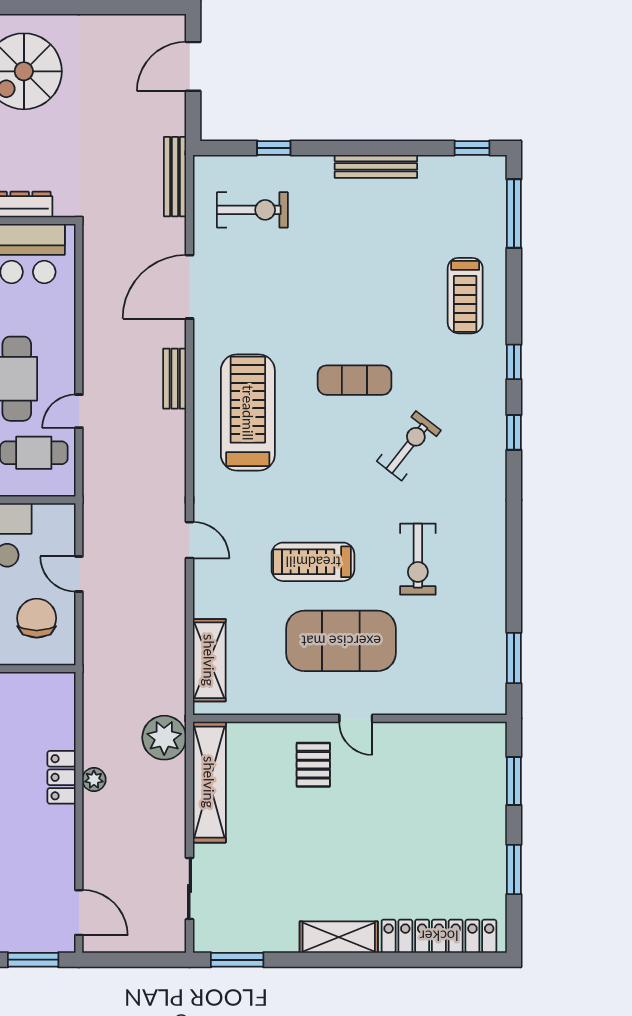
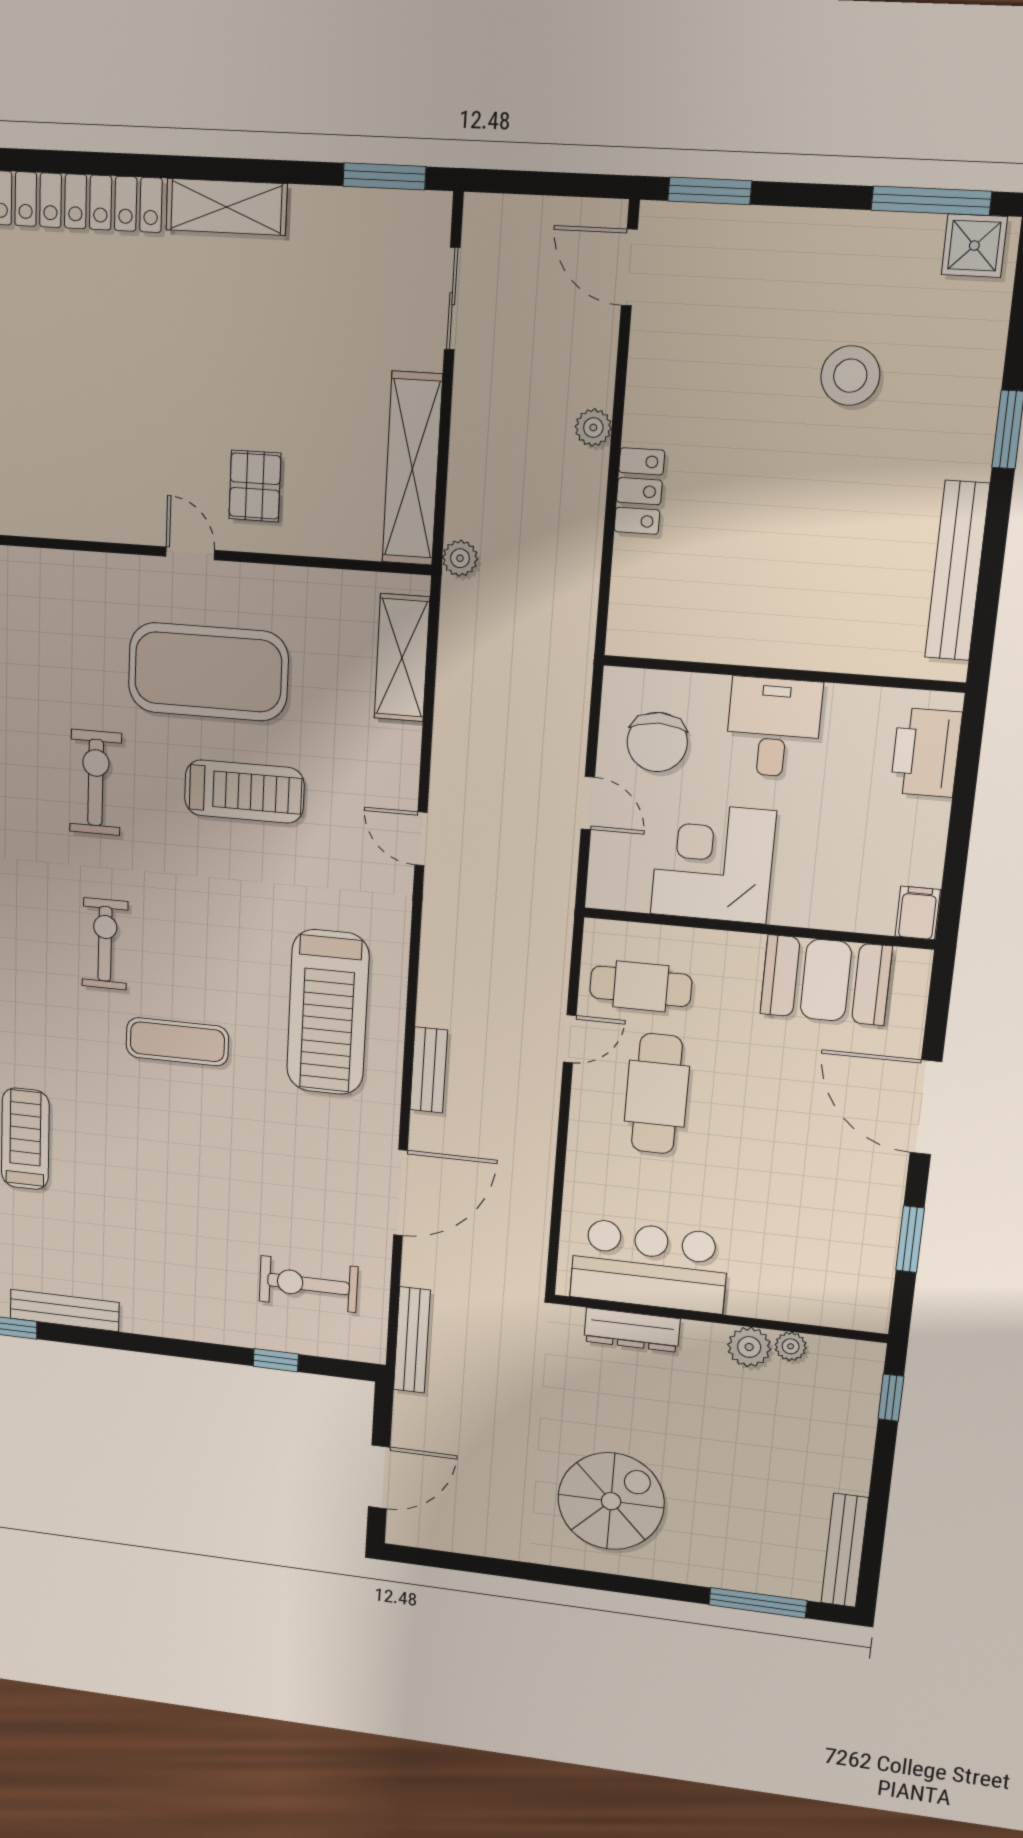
bench: (376, 166) -> (65, 1310), moved
exercise bike: (409, 446) -> (105, 944), turned 142
plant: (164, 738) -> (460, 558), width x0.53, depth x0.53
plant: (94, 780) -> (593, 427), moved

